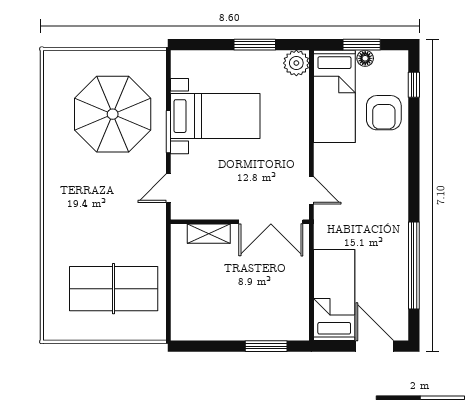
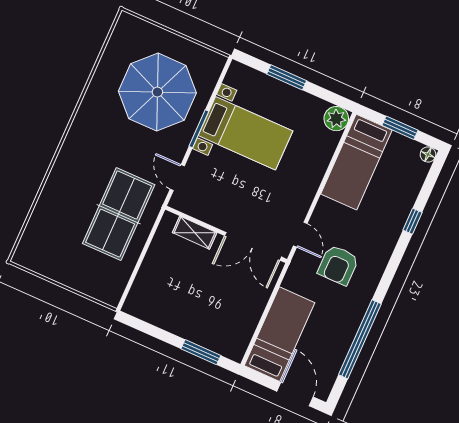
window: (255, 45) -> (287, 77), moved
floor lamp: (365, 58) -> (428, 155), moved
window: (414, 85) -> (412, 221), moved
armchair: (384, 113) -> (338, 265), moved
door: (168, 188) -> (177, 178), hinge flipped
table tennis table: (114, 289) -> (119, 214), moved, turned 90

